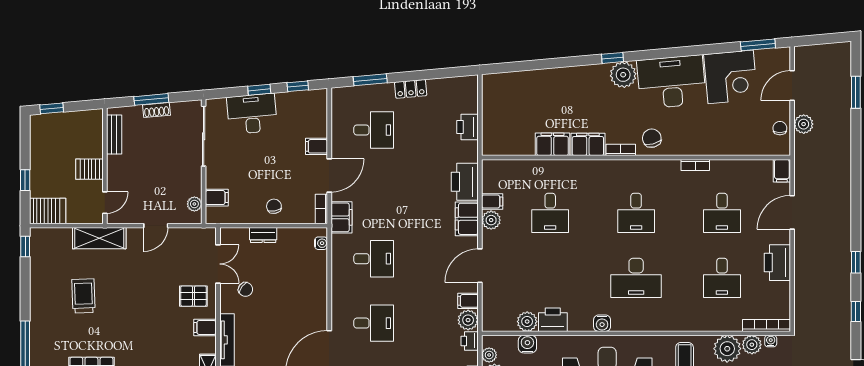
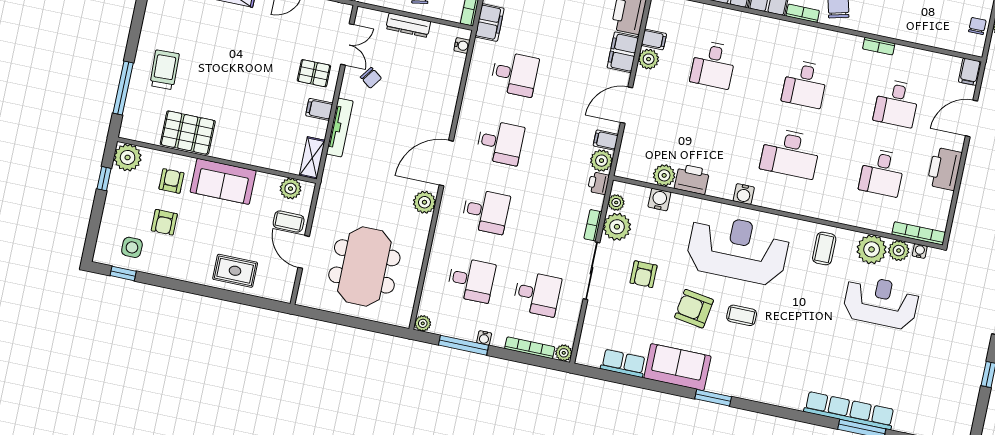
dresser: (263, 235) -> (408, 25), width x1.44
trolley: (83, 296) -> (164, 70), moved

